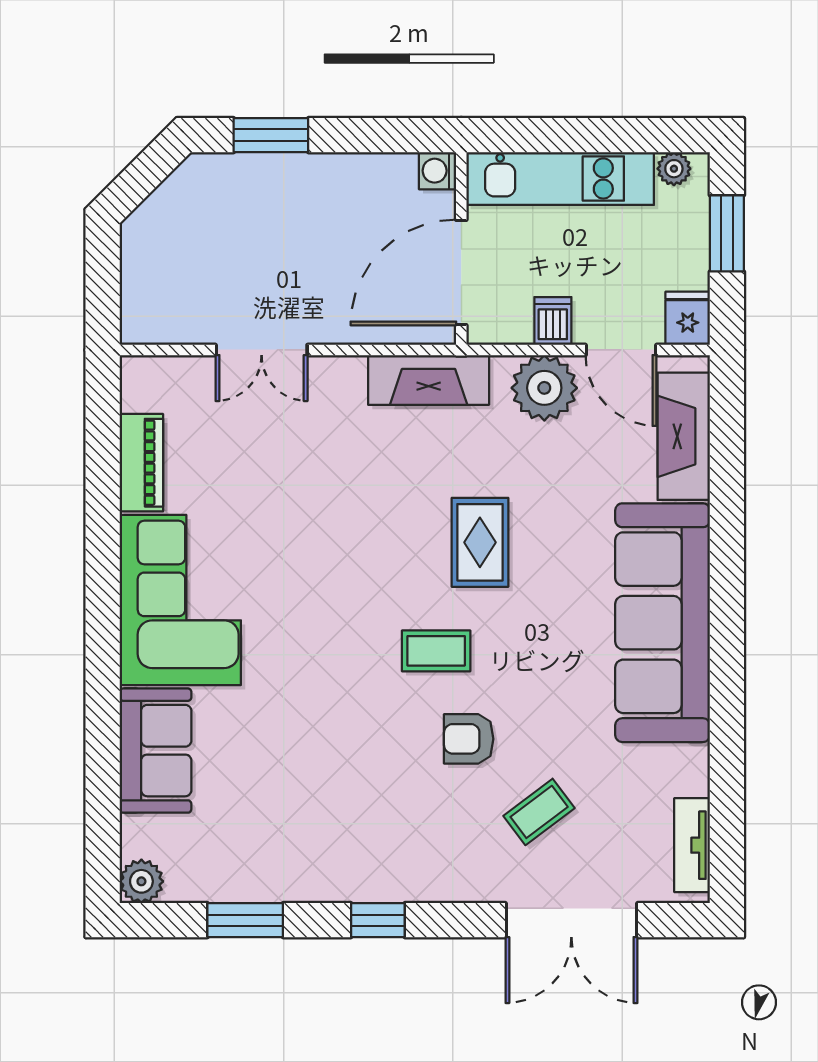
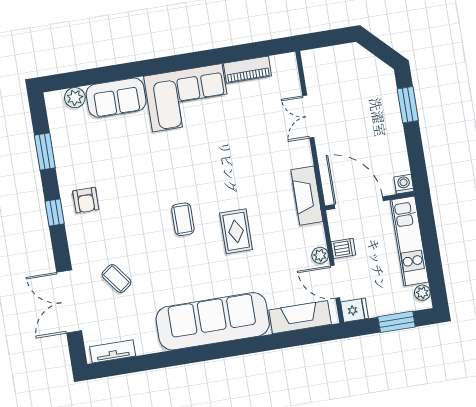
door: (621, 350) -> (335, 282), hinge flipped
plant: (544, 388) -> (320, 255), width x0.53, depth x0.53
rug: (480, 542) -> (236, 231), turned 90
armchair: (469, 739) -> (86, 200), moved, turned 180
plant: (141, 881) -> (75, 98), moved

